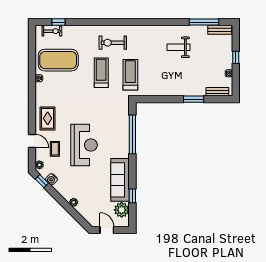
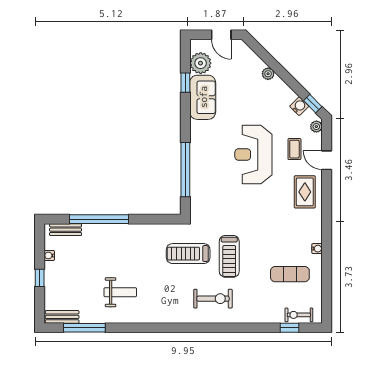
exercise mat: (58, 60) -> (290, 274), width x0.50, depth x0.69
treadmill: (130, 75) -> (188, 254), turned 90
window: (194, 99) -> (99, 219), width x2.11
sofa: (120, 180) -> (203, 97), width x0.73

